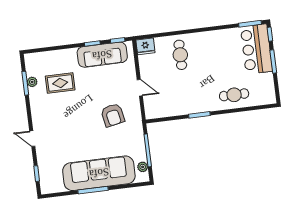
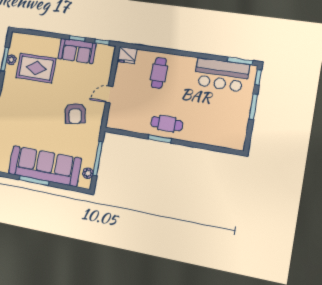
bar counter: (256, 49) -> (221, 75), moved, turned -90
sofa: (102, 55) -> (77, 51), width x0.73
rug: (60, 83) -> (36, 68), width x1.36, depth x1.43
door: (140, 88) -> (109, 94), swing flipped
cafe table: (234, 95) -> (167, 124), moved

